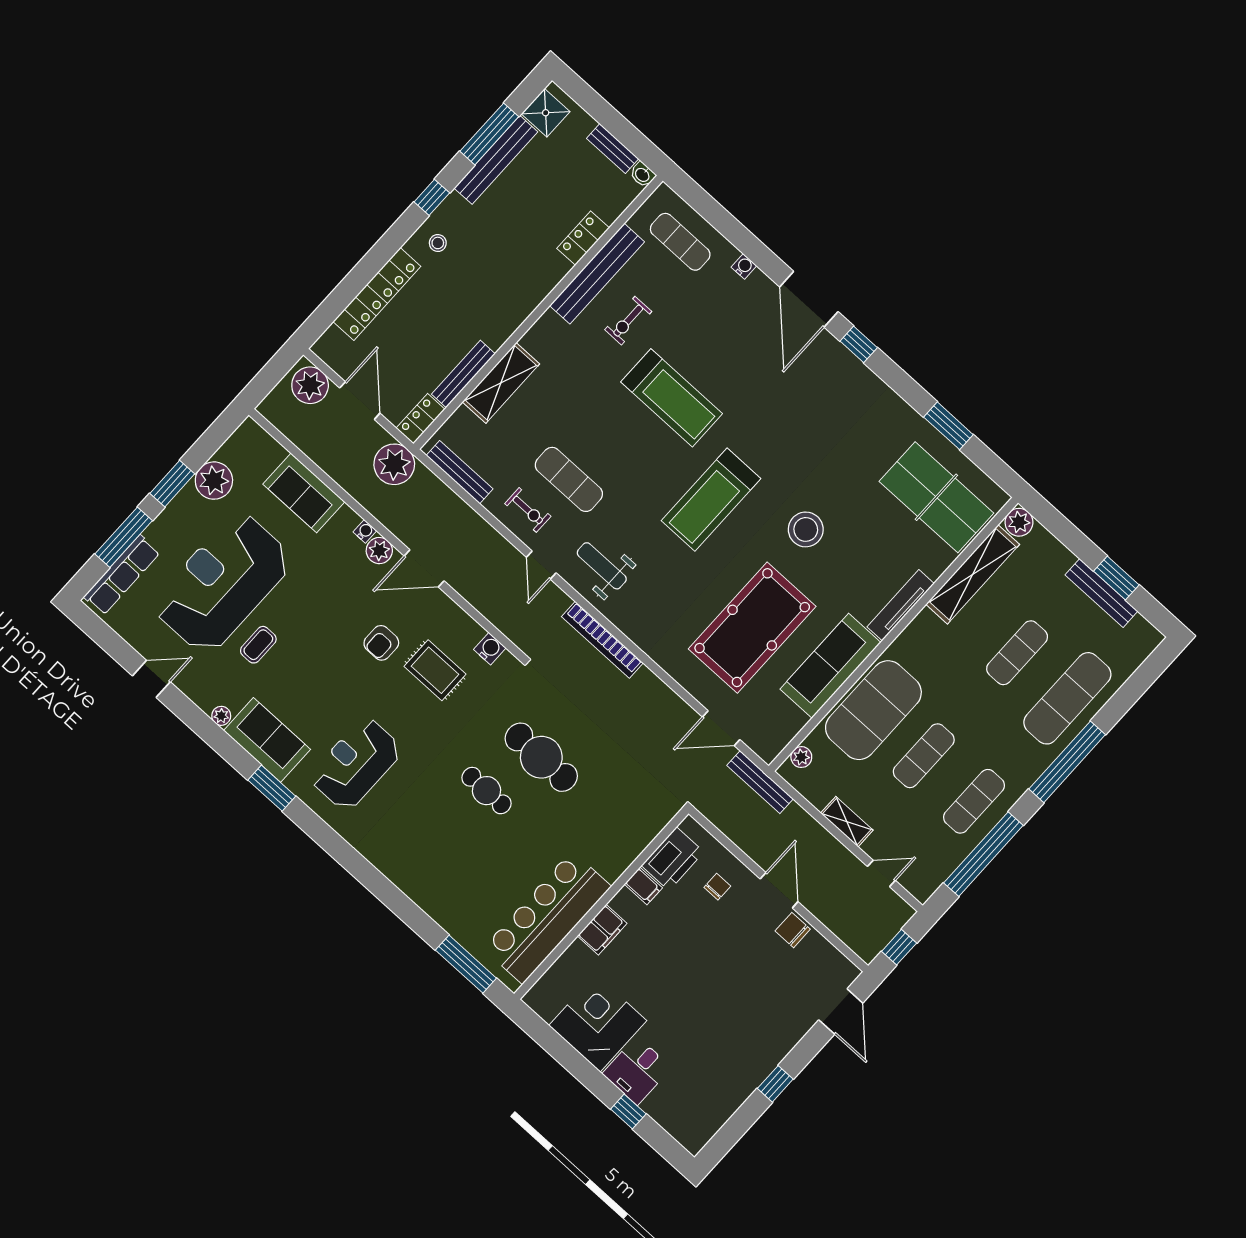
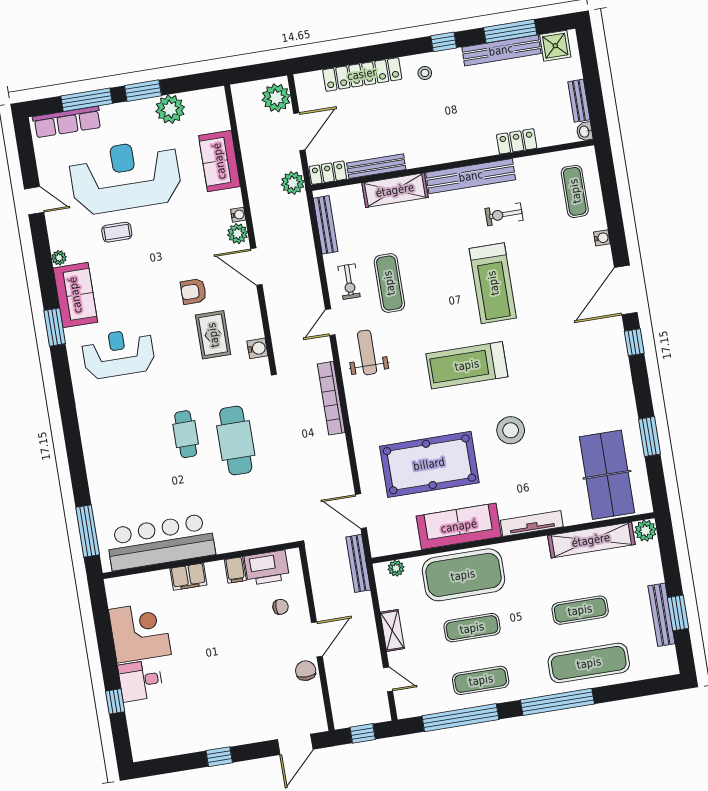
bench: (597, 274) -> (471, 176), moved
plant: (394, 464) -> (293, 183), width x0.73, depth x0.73

